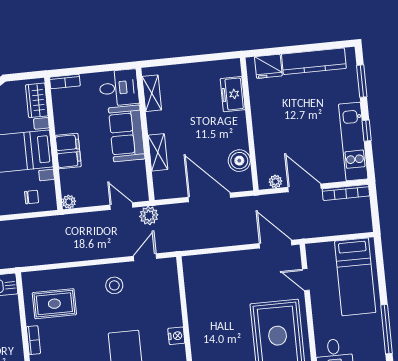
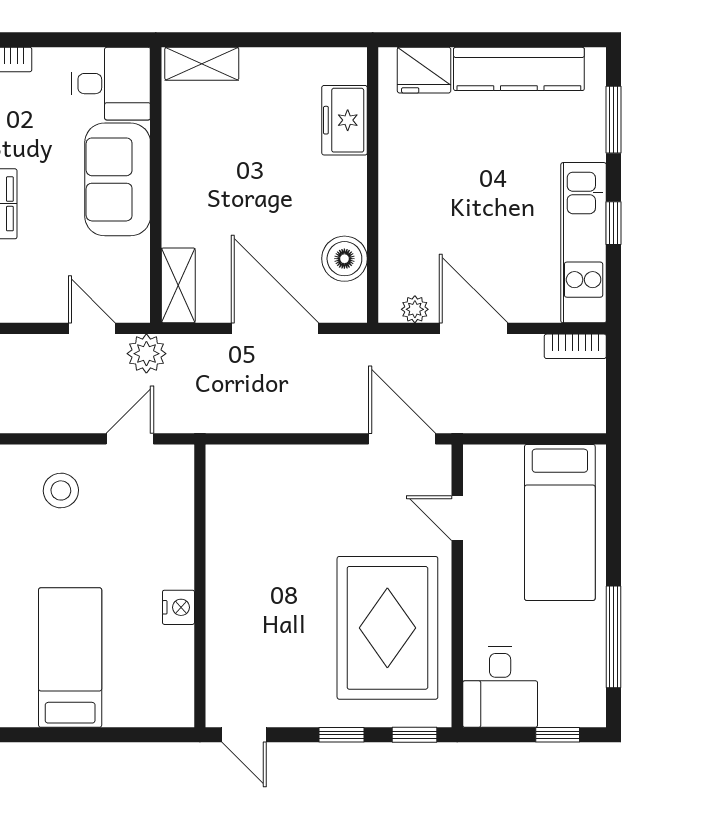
shelving: (152, 93) -> (202, 64), moved, turned 90
shelving: (158, 152) -> (178, 285), moved
bookcase: (346, 192) -> (575, 346), width x0.64

